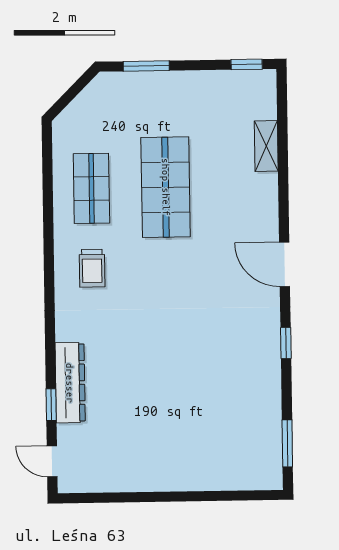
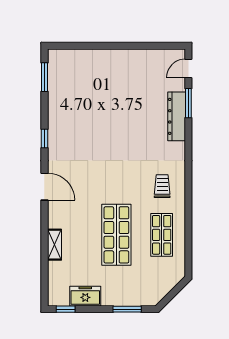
freezer: (215, 86) -> (85, 296), added
shelving: (266, 146) -> (54, 245), moved
window: (51, 405) -> (188, 103), width x1.50
door: (52, 461) -> (188, 69), swing flipped

